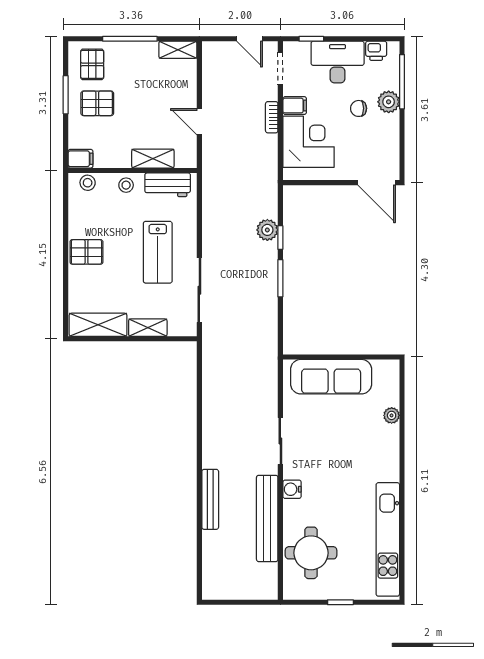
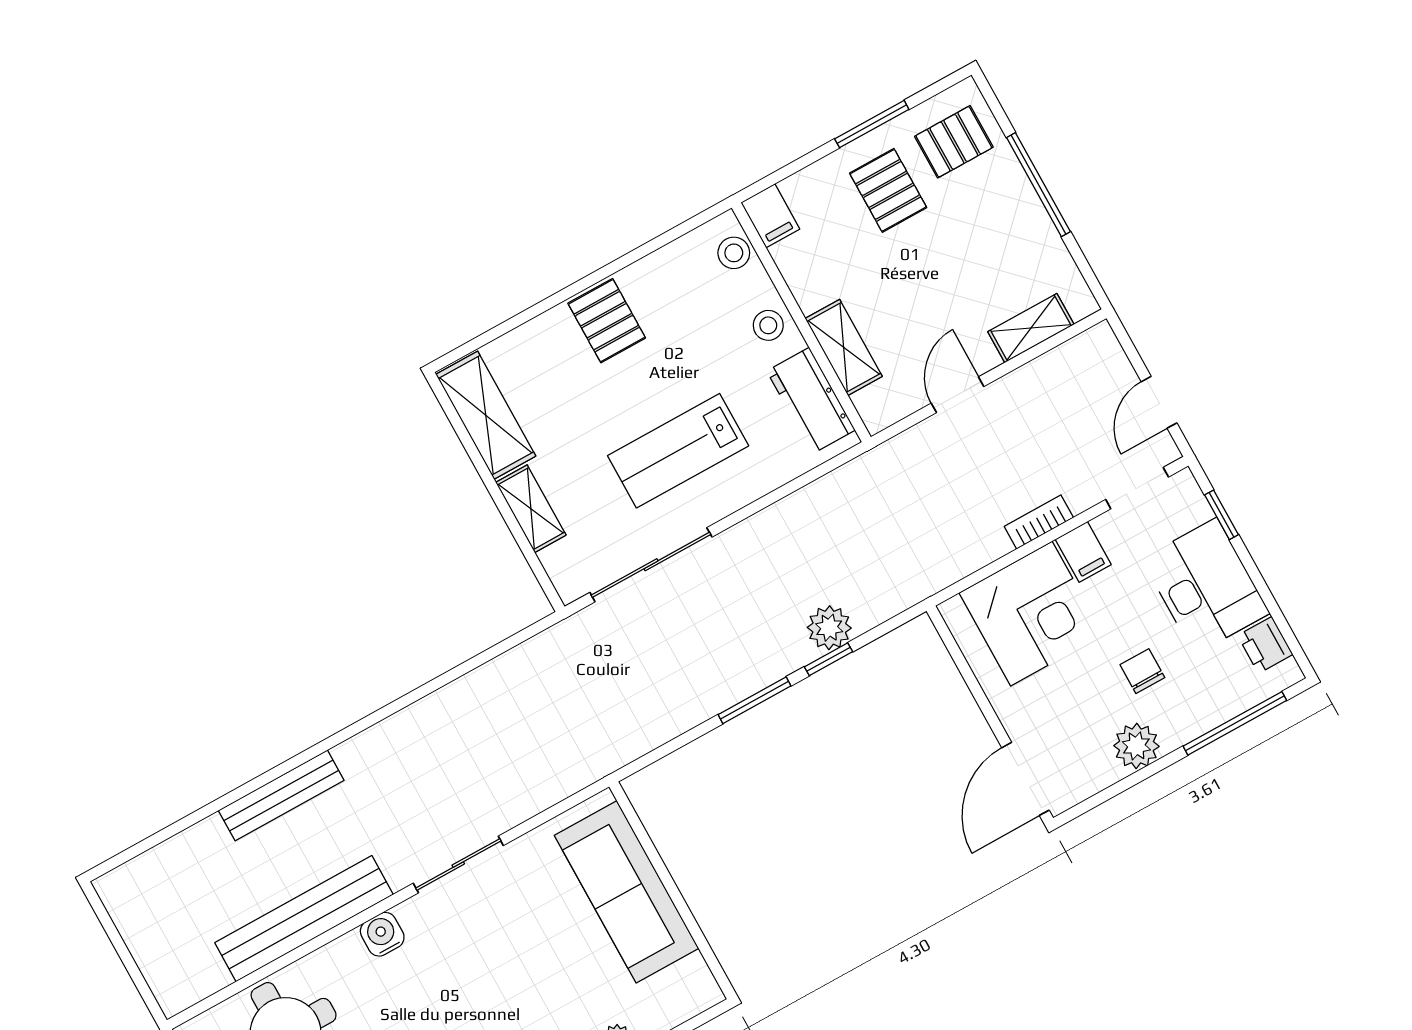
shelving: (178, 50) -> (1031, 328), moved, turned 90
plant: (389, 102) -> (1136, 746), moved

